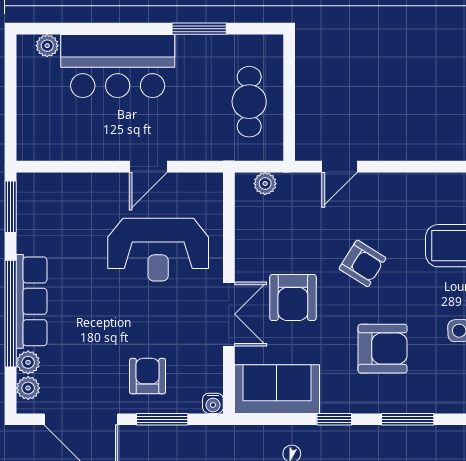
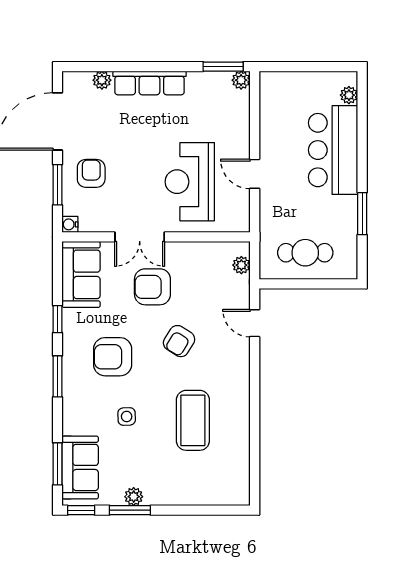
window: (11, 314) -> (140, 67), removed
armchair: (383, 349) -> (113, 357), turned 90
armchair: (148, 376) -> (91, 173), turned -90
plant: (28, 388) -> (241, 80), moved

